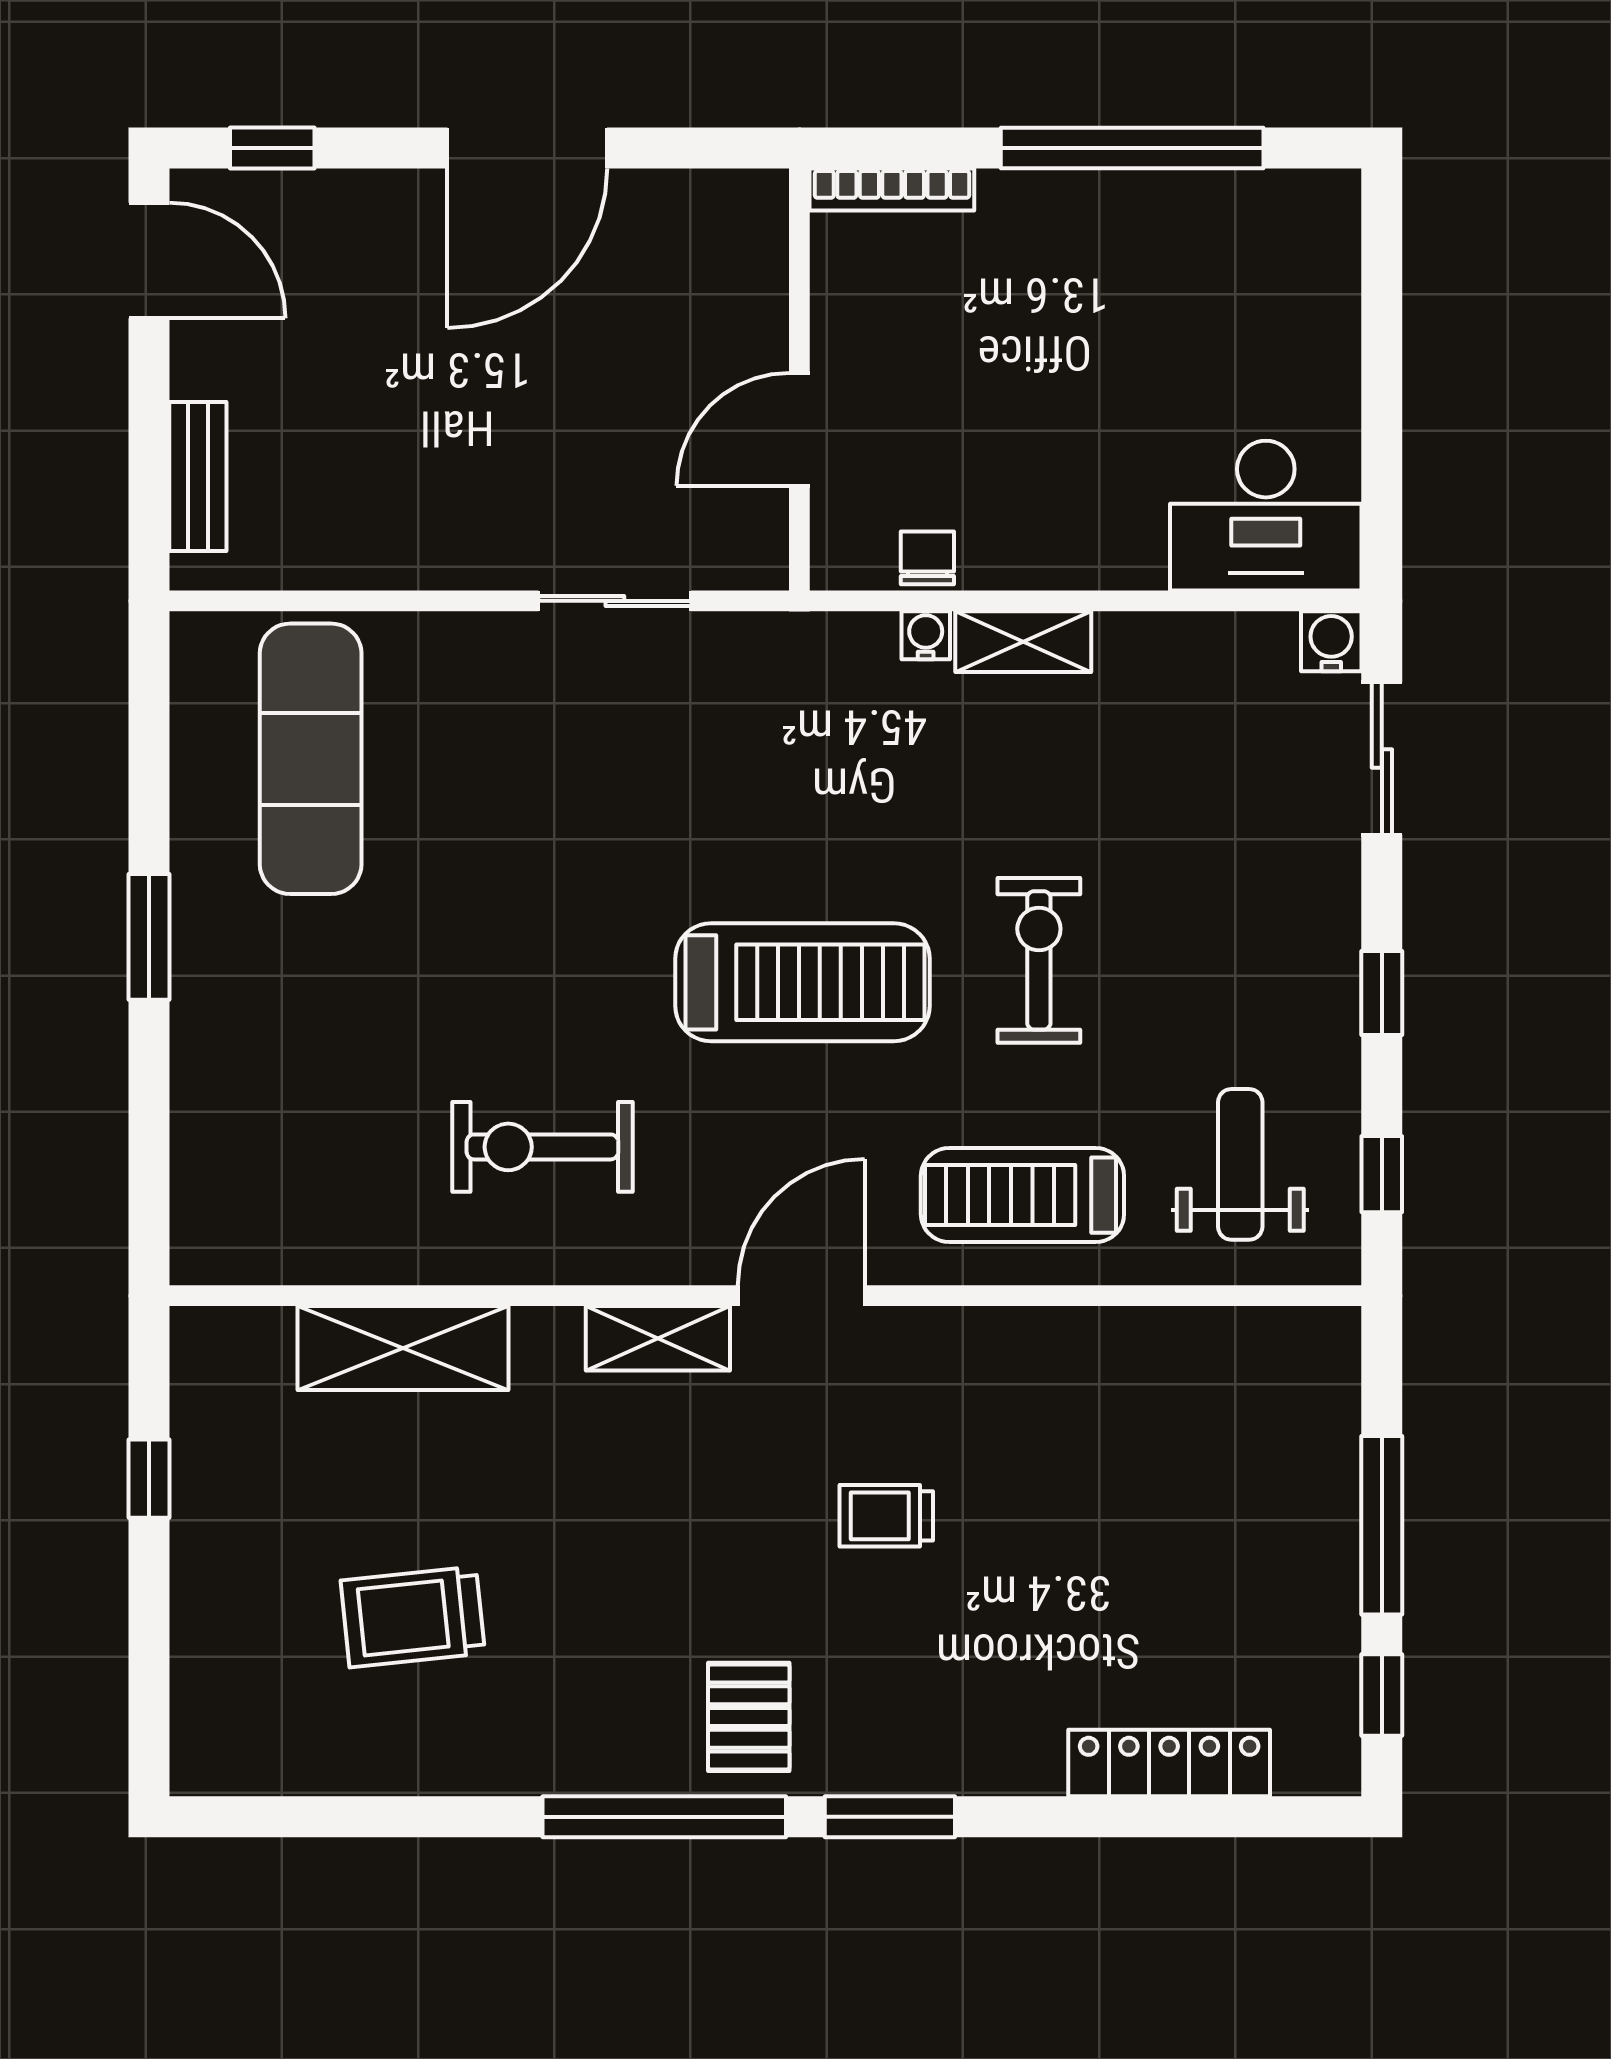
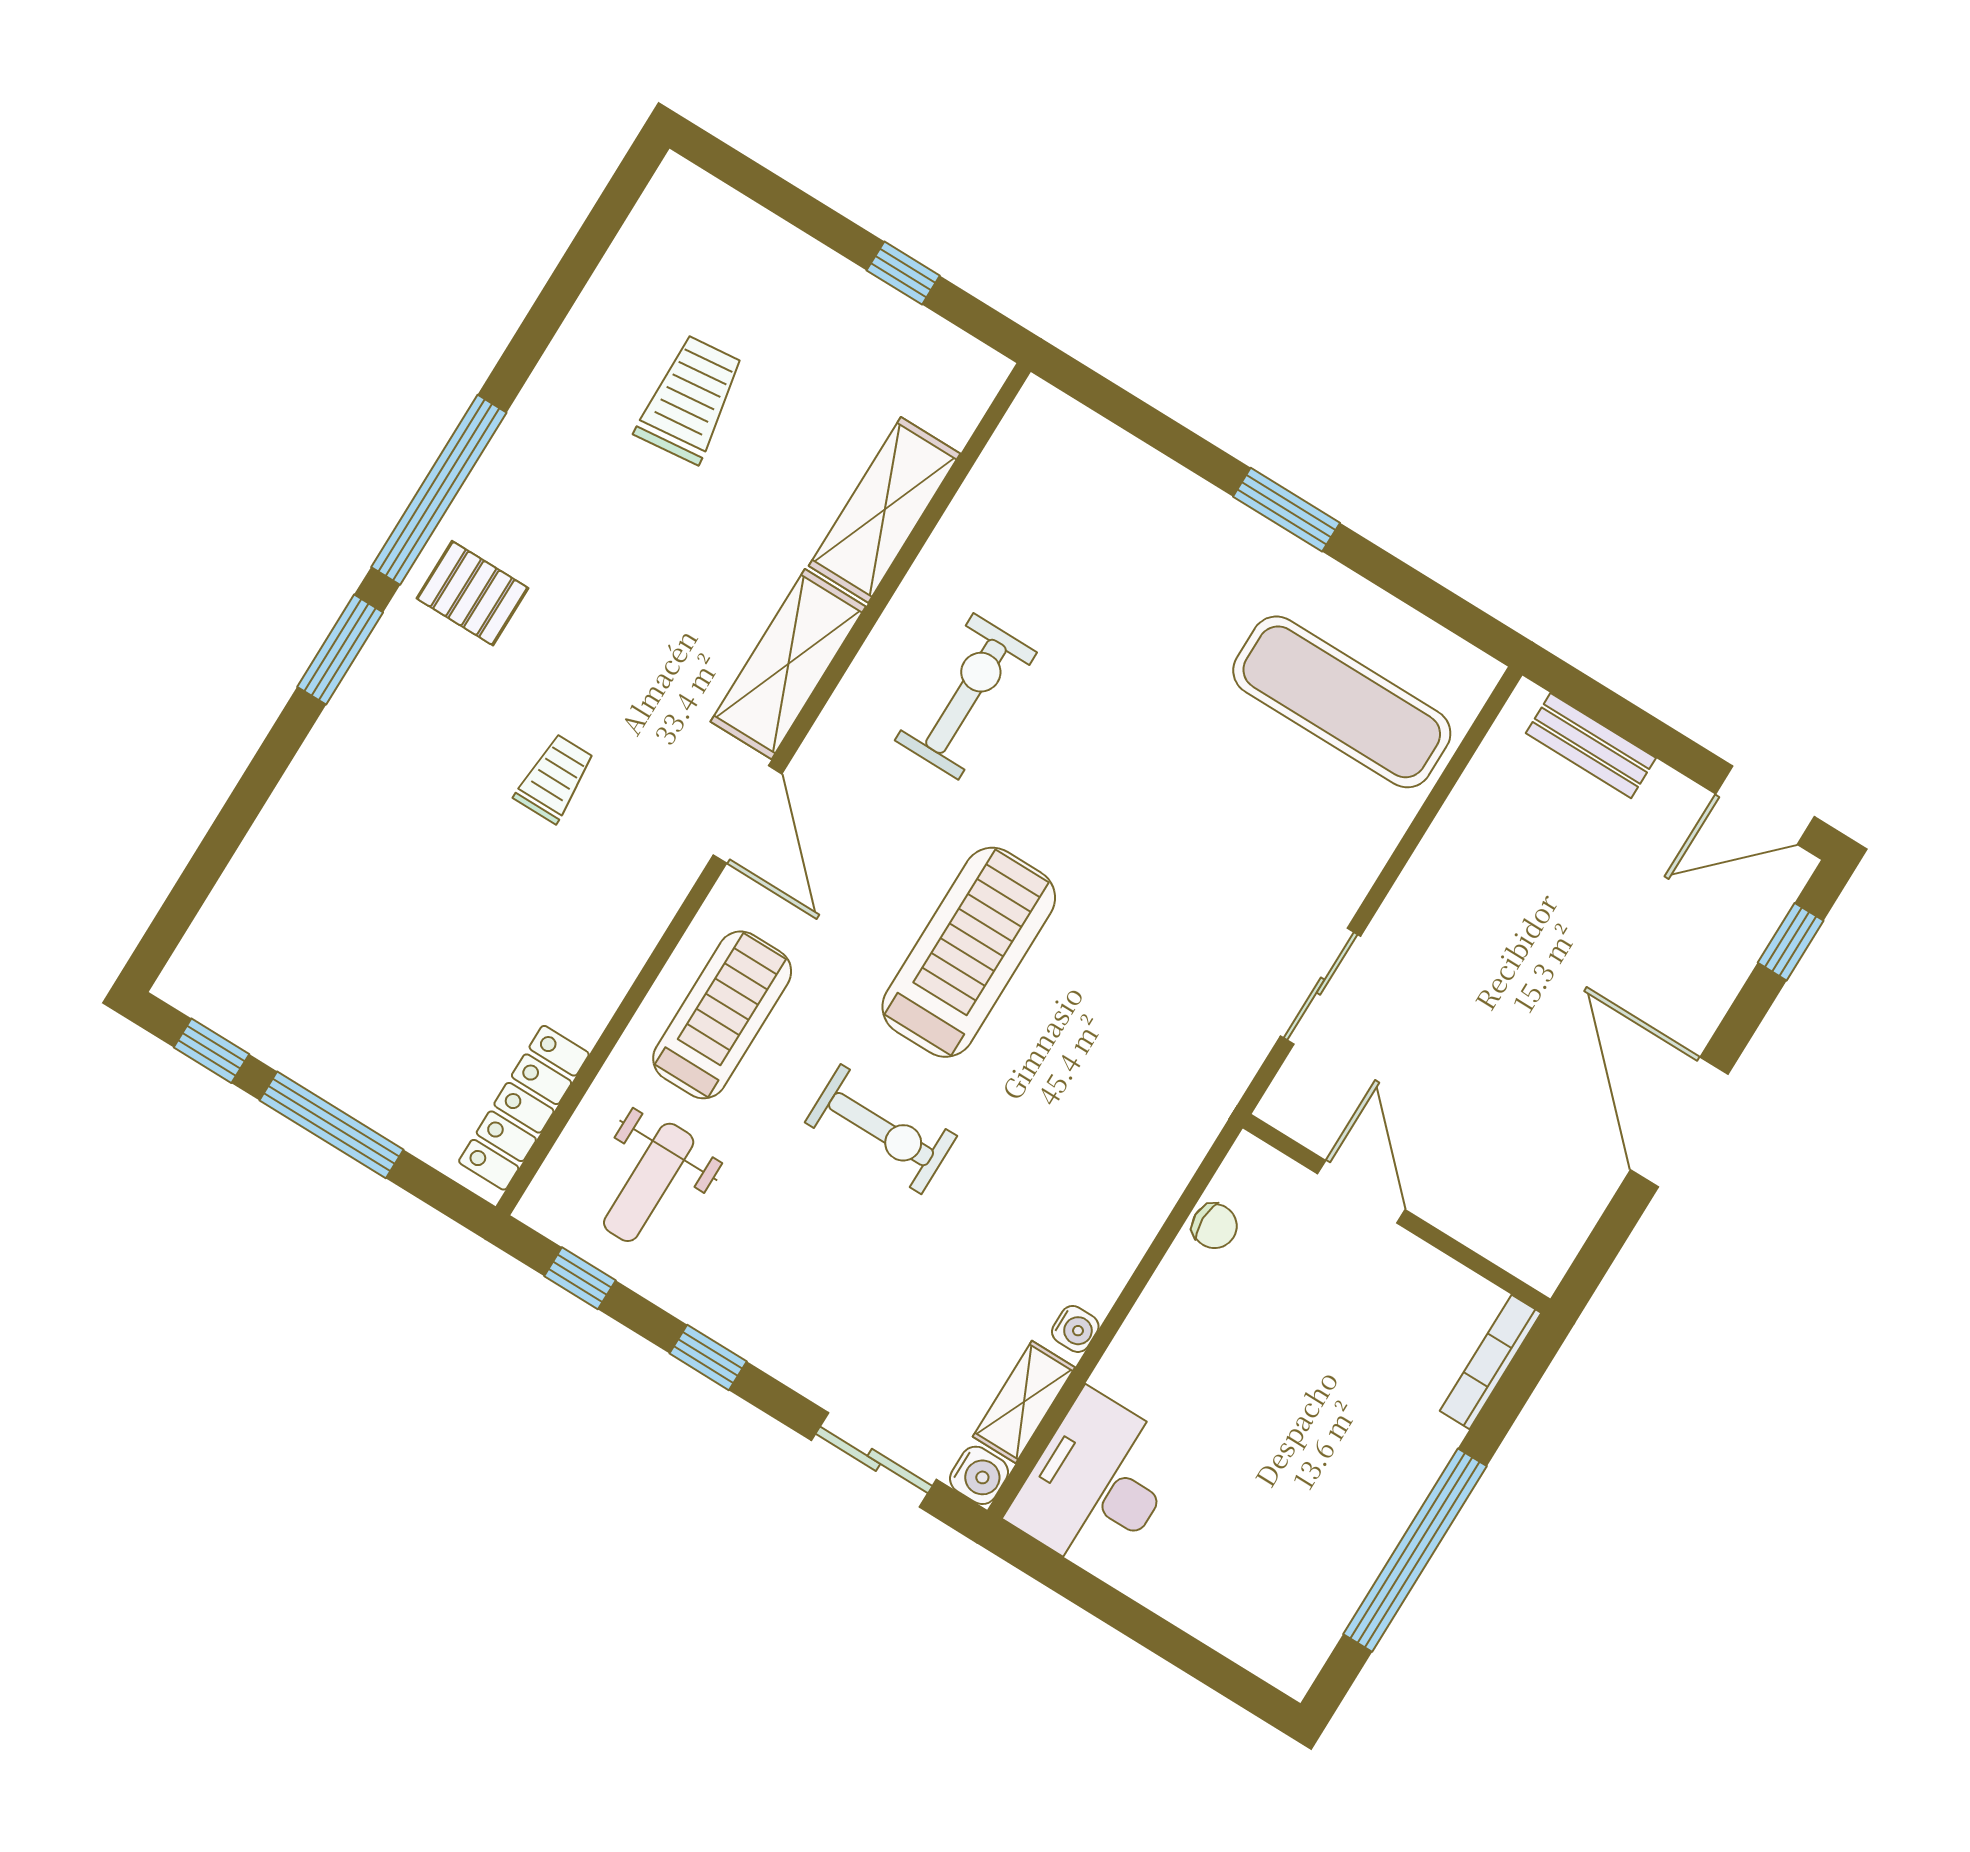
water cooler: (926, 635) -> (1075, 1329), moved
shelving: (1023, 642) -> (1024, 1402), moved
treadmill: (802, 982) -> (969, 952), turned 180
weight bench: (1240, 1164) -> (649, 1182), turned 90
shelving: (658, 1338) -> (788, 664), width x1.50, depth x1.33
locker: (1169, 1763) -> (524, 1108), moved, turned 180

